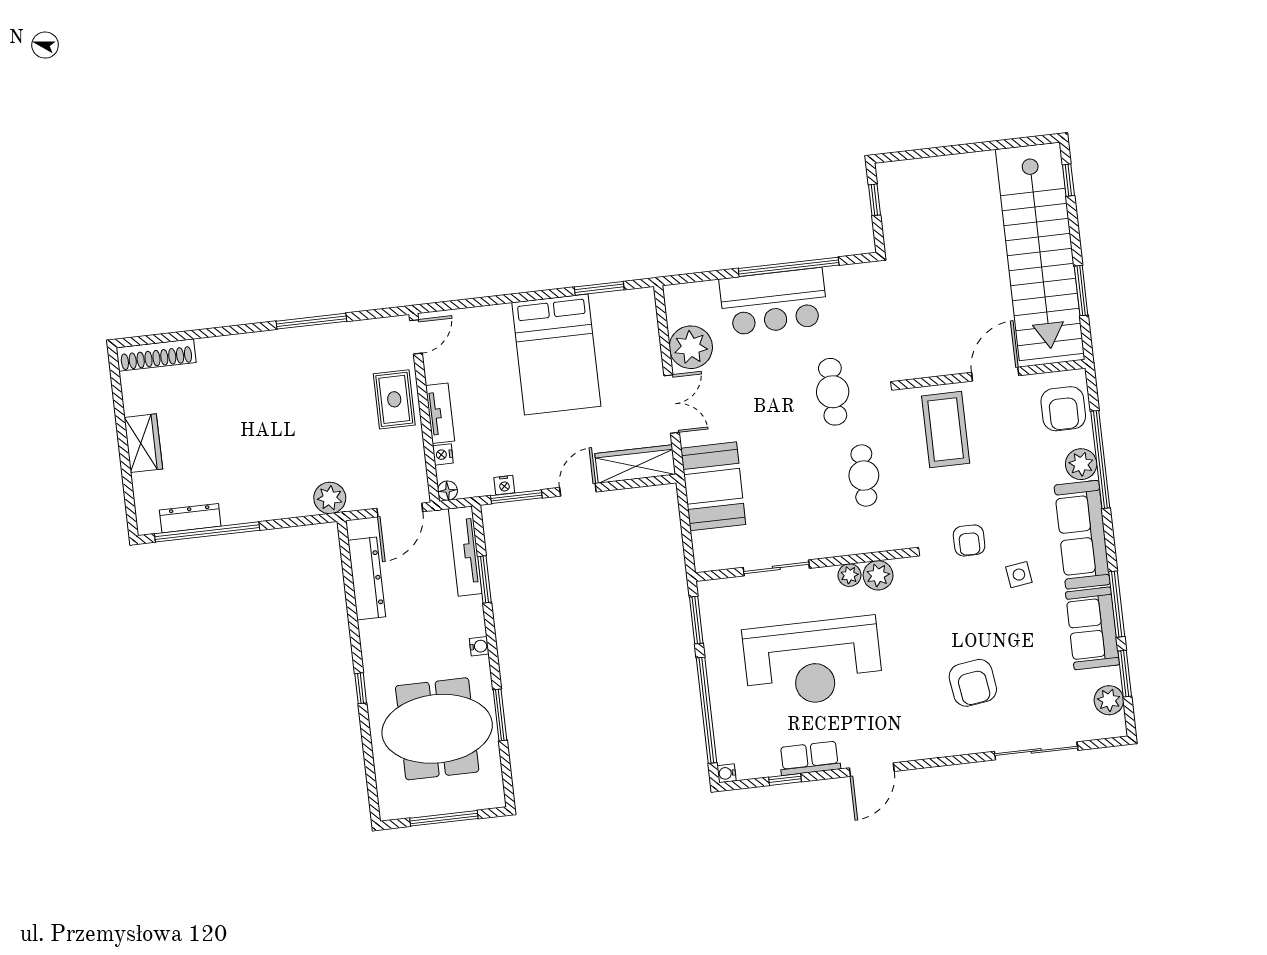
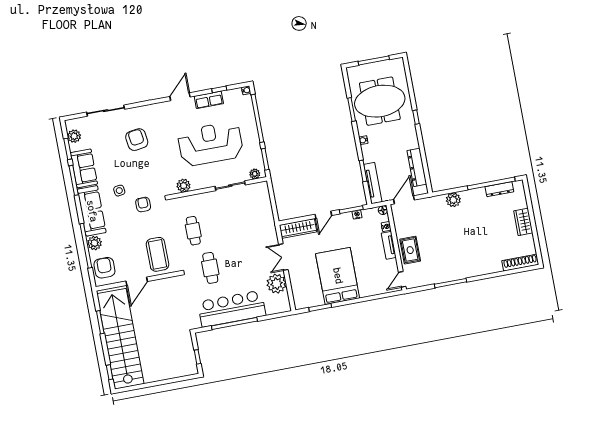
bar counter: (774, 302) -> (232, 309), width x1.36
booth: (713, 486) -> (262, 221), removed
plant: (330, 498) -> (453, 200), moved
plant: (849, 575) -> (255, 174), moved

